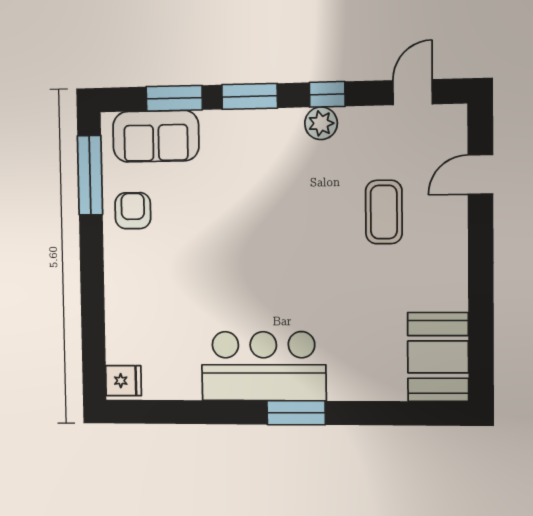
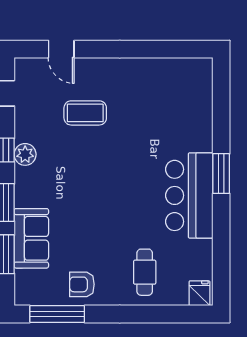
sofa: (156, 136) -> (31, 238), moved
cafe table: (152, 302) -> (145, 272), added
booth: (438, 357) -> (183, 77), removed

